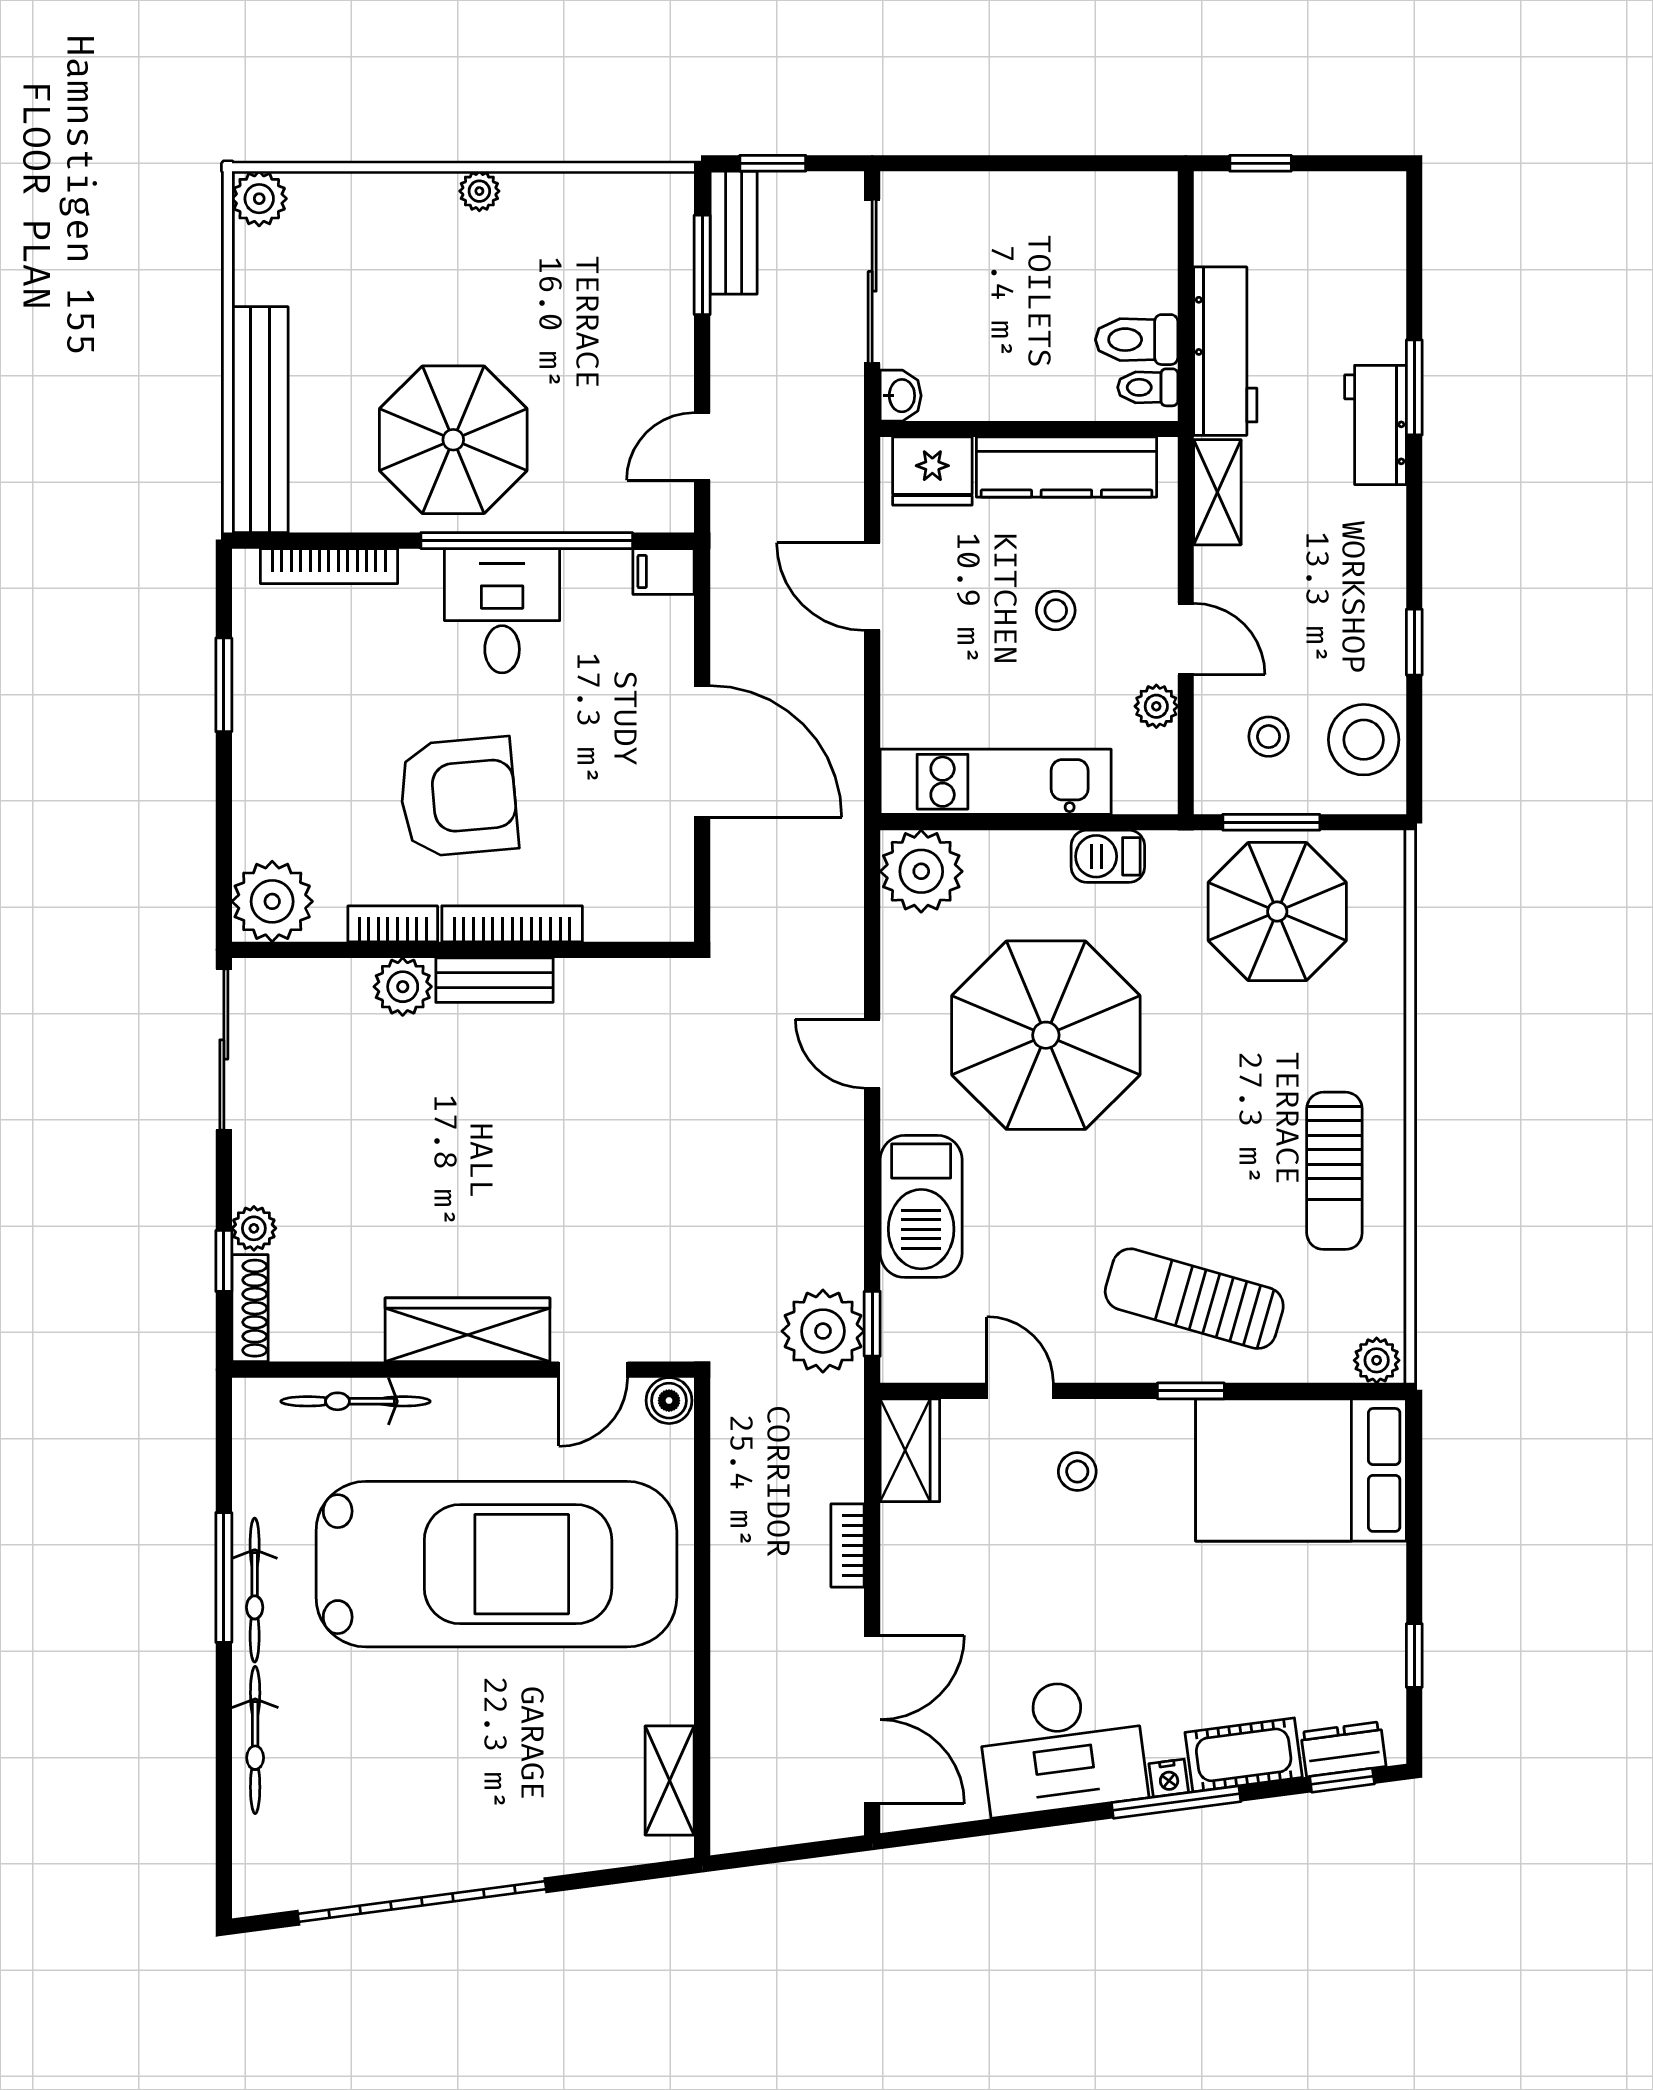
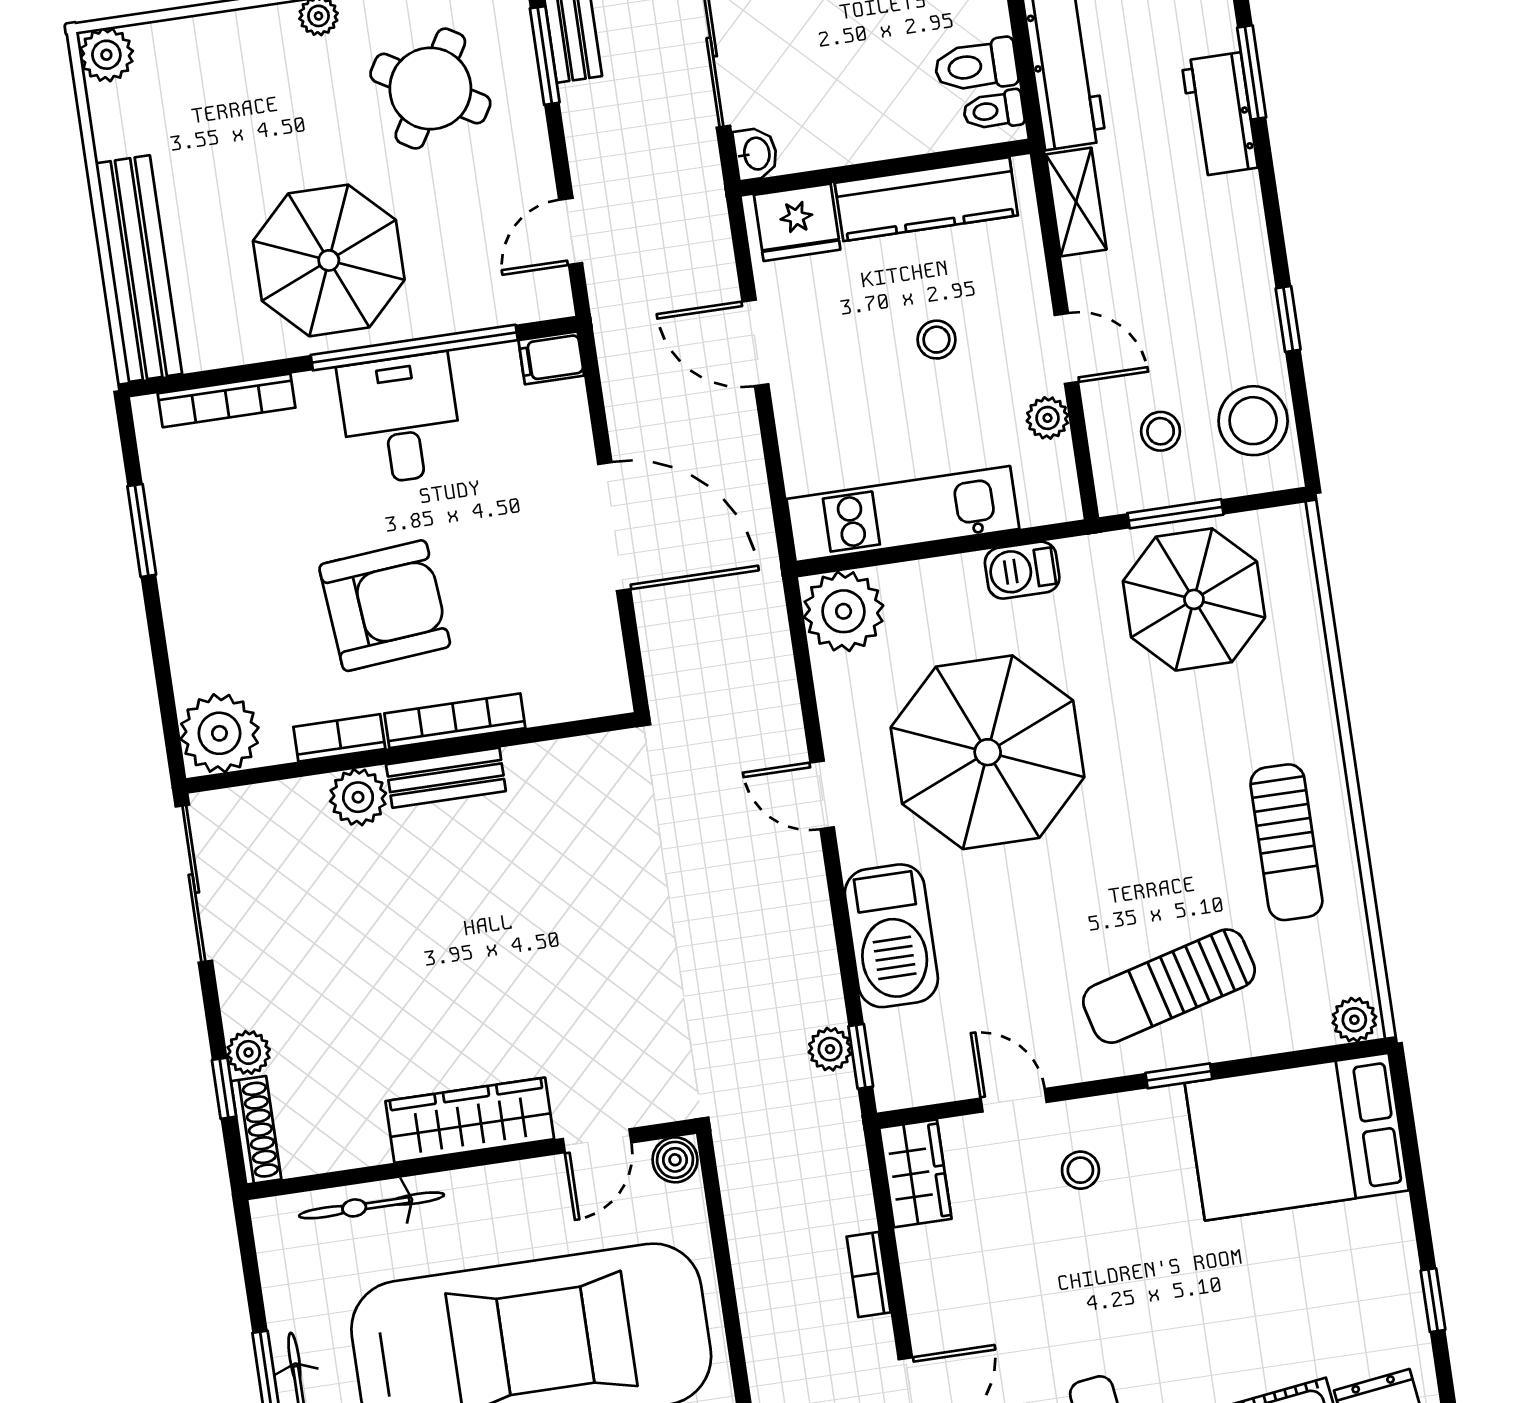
round table: (582, 281) -> (430, 89), added
sun lounger: (1194, 1299) -> (1169, 986), turned -31
plant: (823, 1331) -> (830, 1049), width x0.53, depth x0.53

